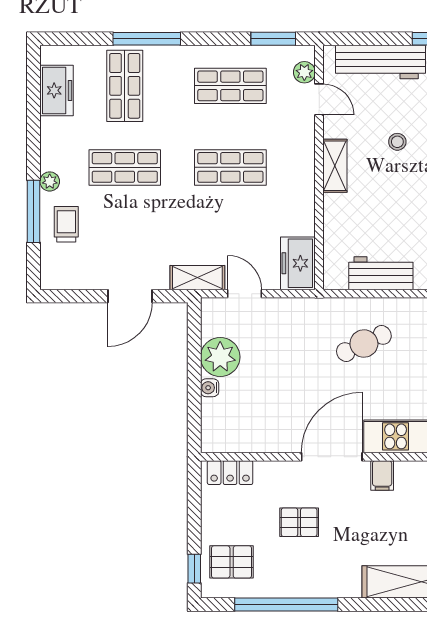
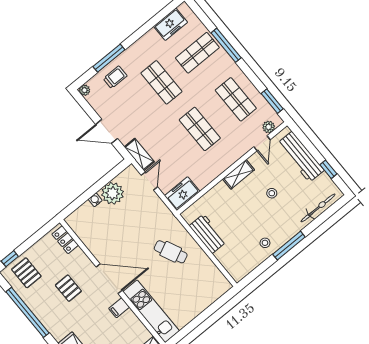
plant: (50, 181) -> (85, 90), moved

